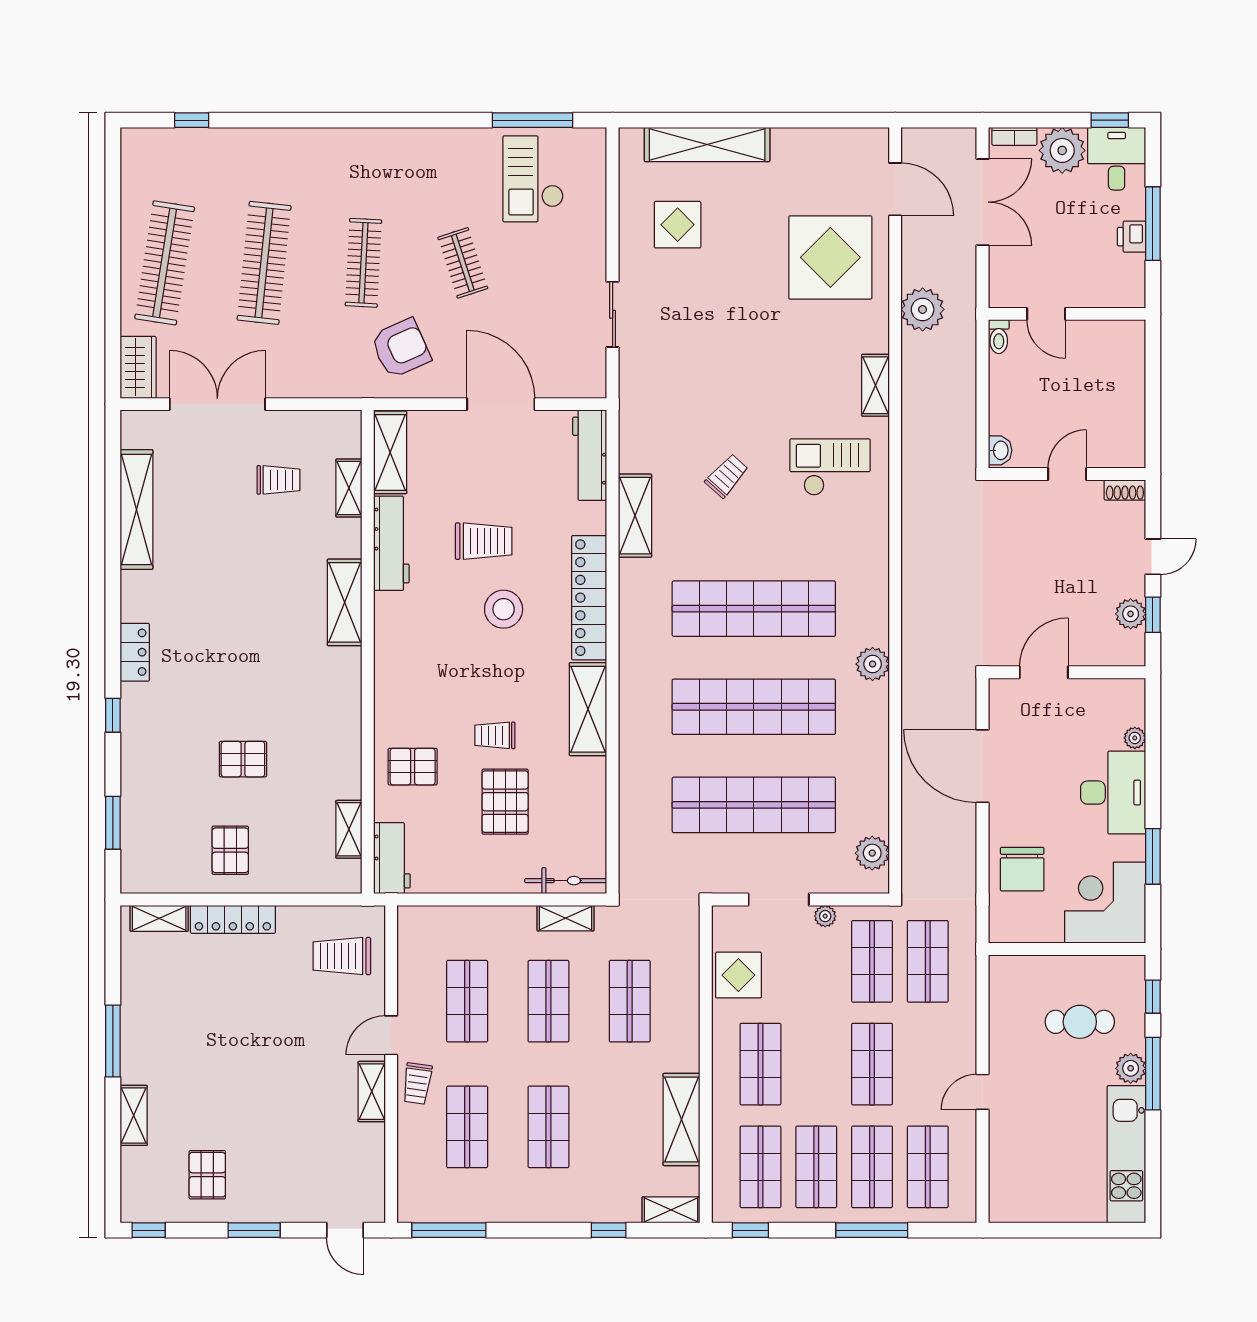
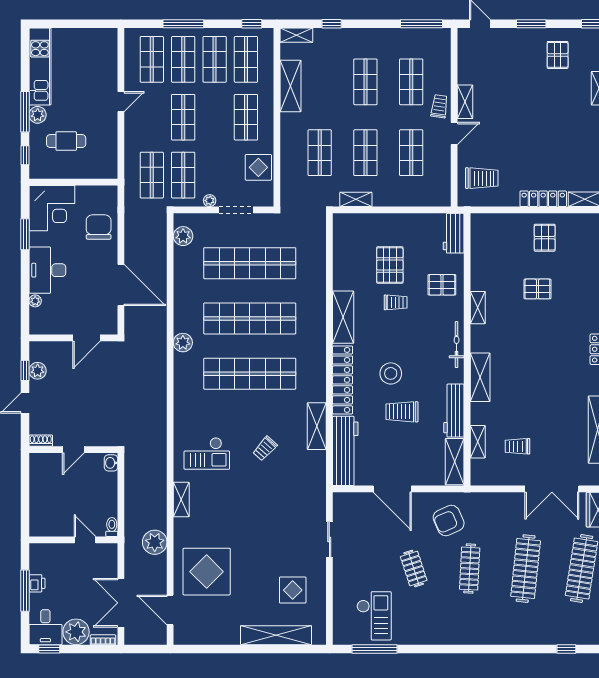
workbench: (590, 455) -> (345, 451), width x1.36, depth x1.32
shelving: (349, 829) -> (478, 308), moved
bicycle: (566, 881) -> (457, 345), moved, turned 90

